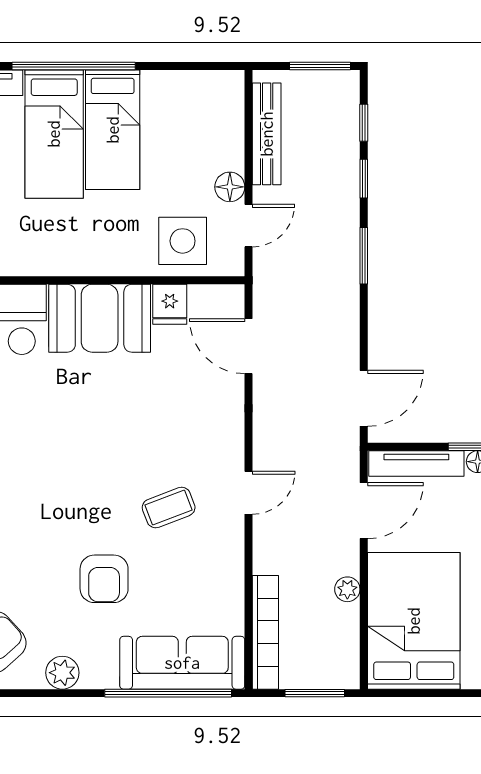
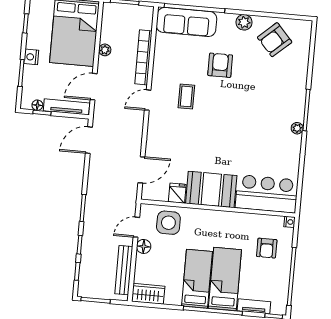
wardrobe: (211, 89) -> (148, 294), added
door: (249, 346) -> (141, 170), hinge flipped
coffee table: (169, 508) -> (186, 96), turned -69
bookcase: (265, 632) -> (143, 57), moved

